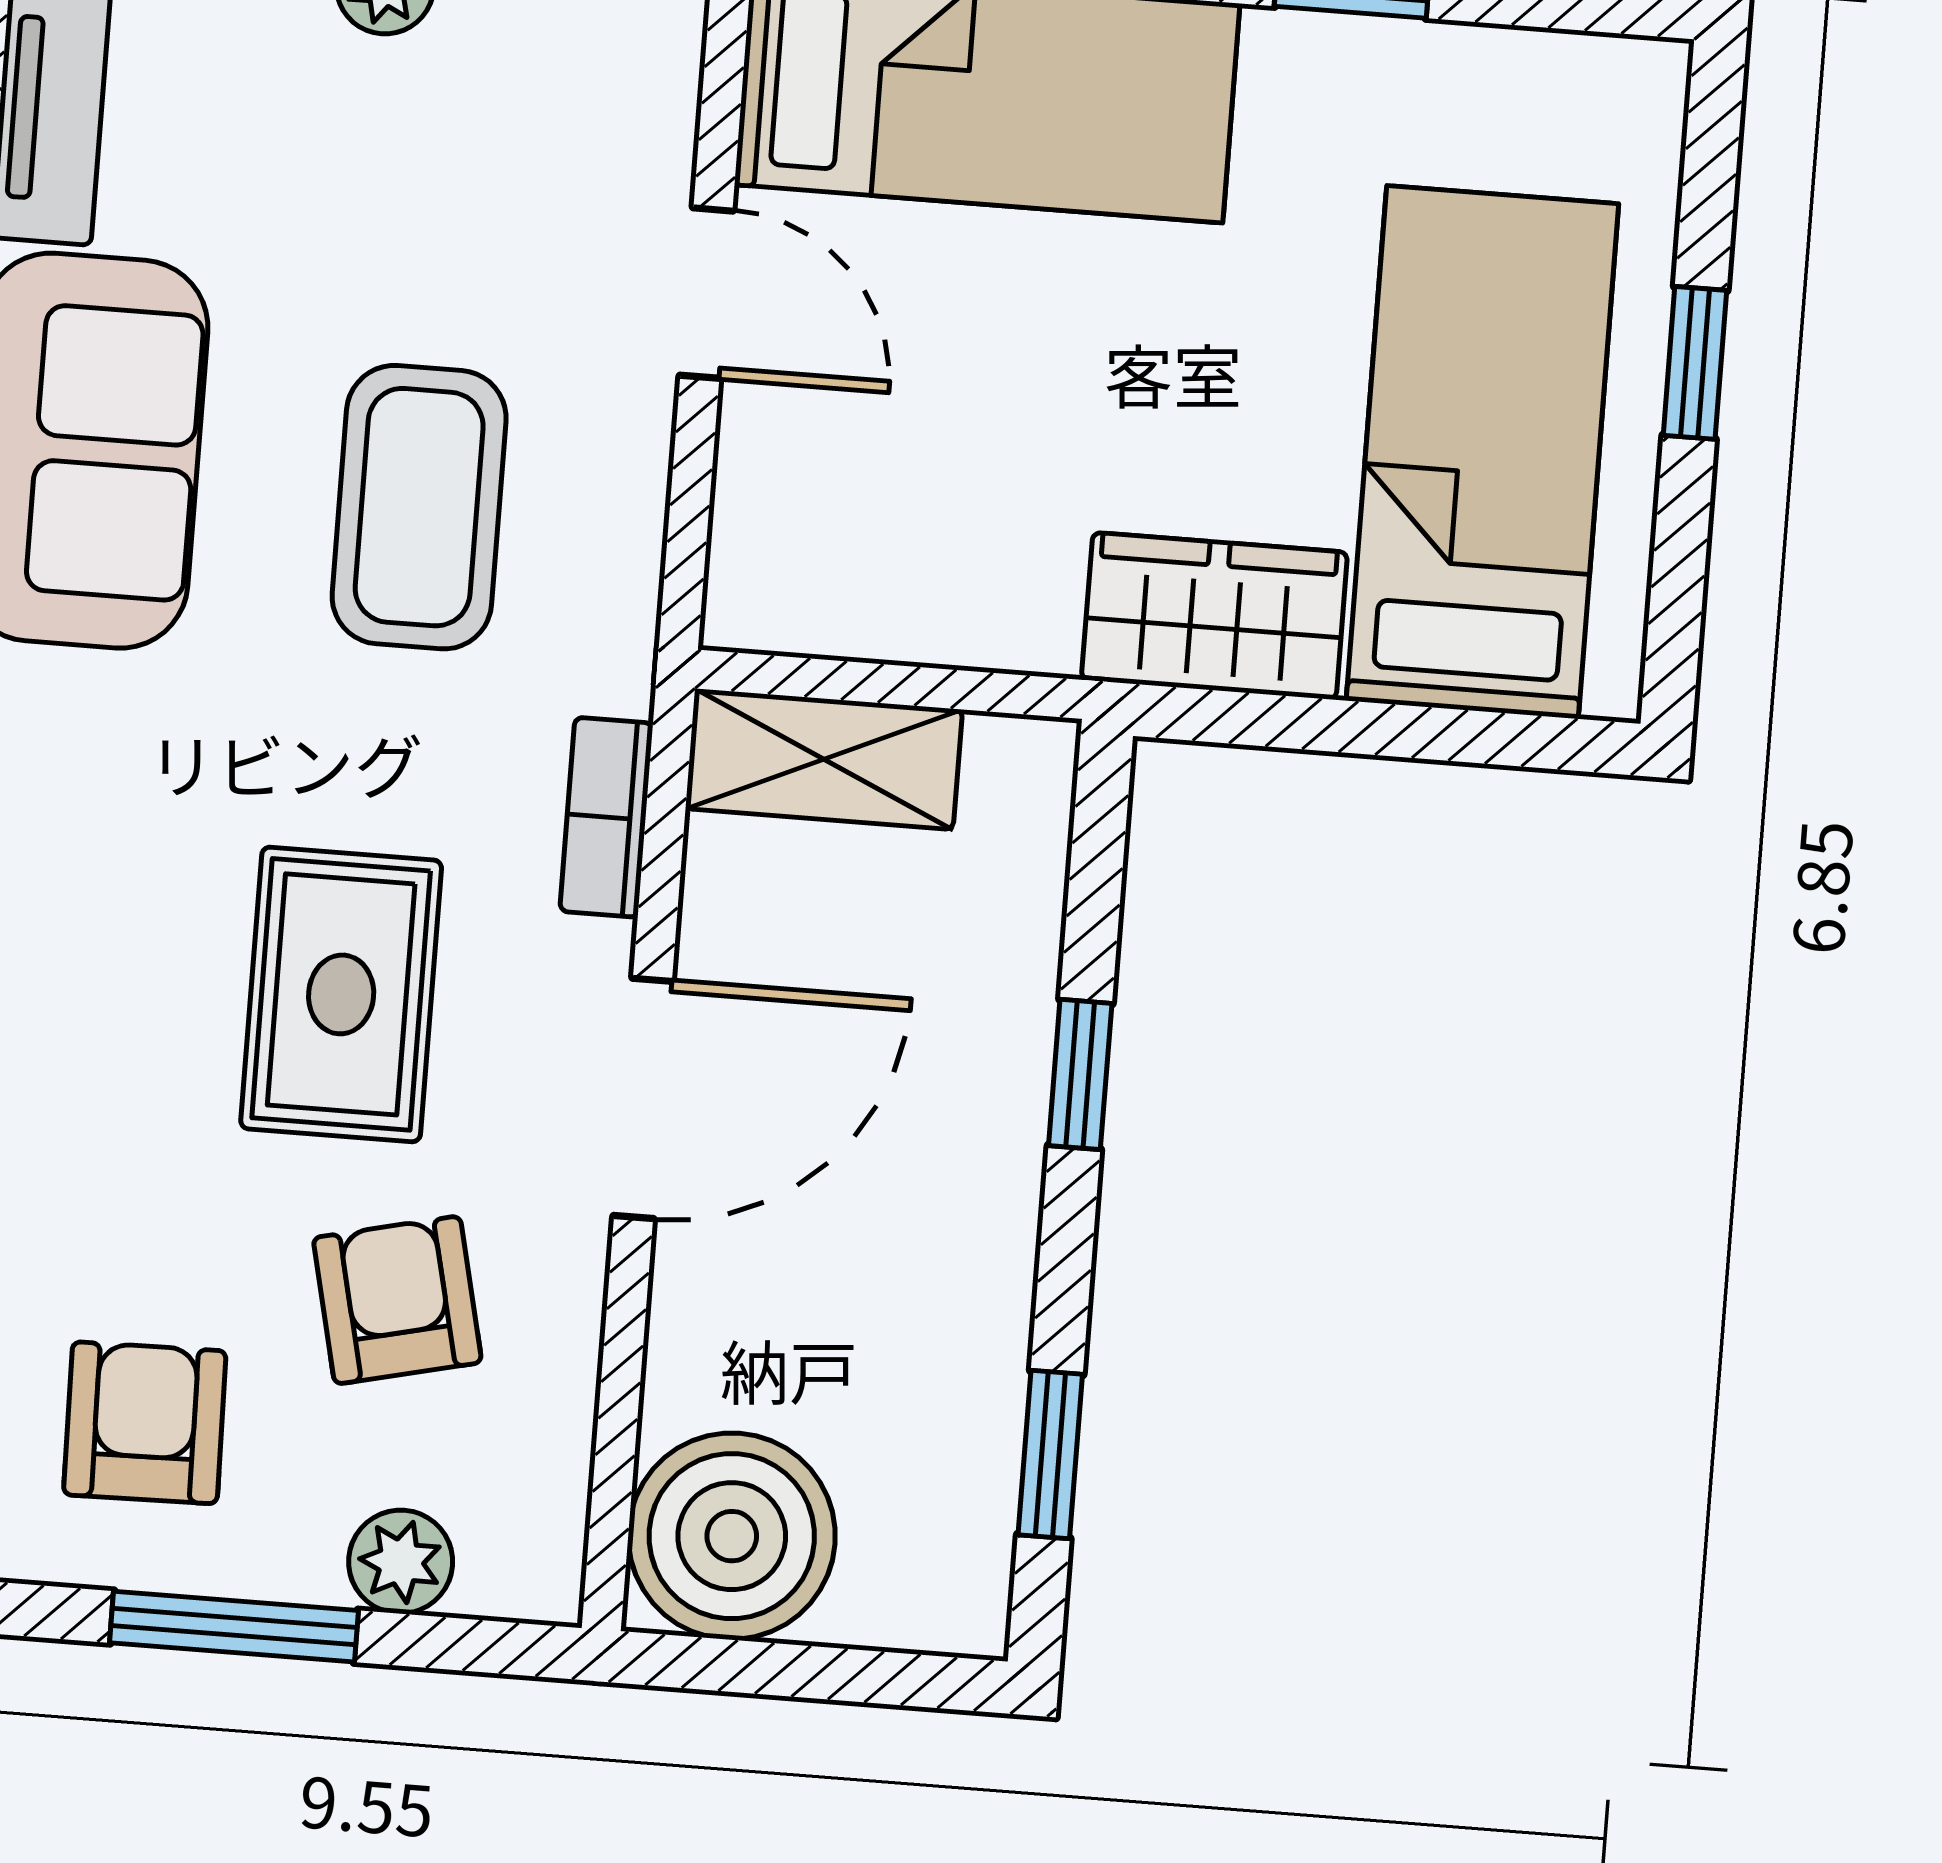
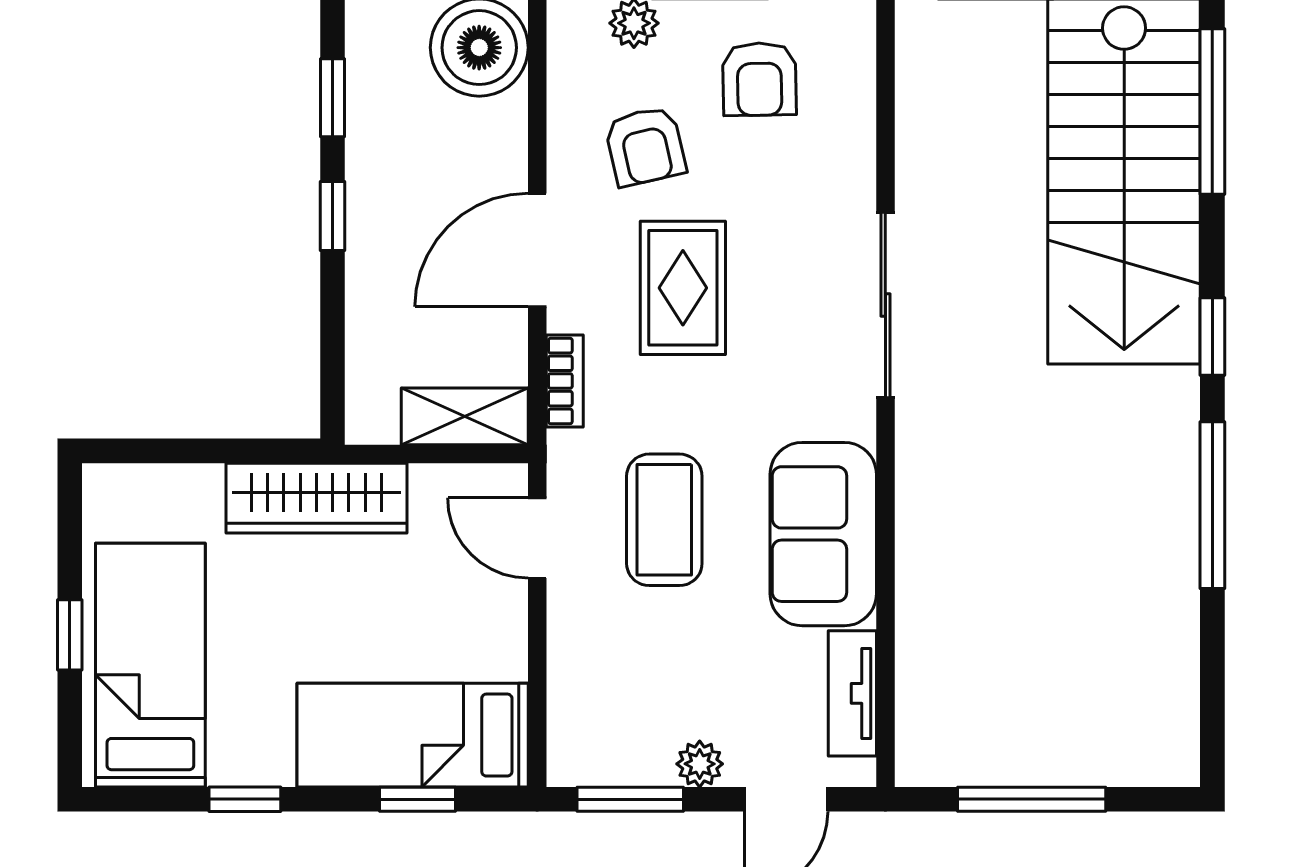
door: (706, 293) -> (537, 538), moved
bed: (1482, 452) -> (150, 665), moved, turned 180
wardrobe: (1214, 616) -> (316, 498), width x1.50
window: (1080, 1074) -> (332, 216), moved

